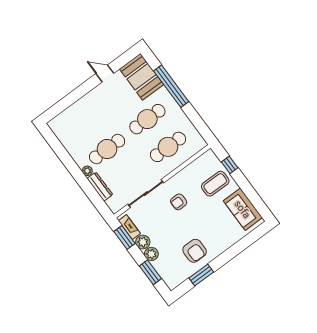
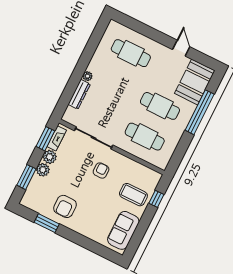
cafe table: (107, 149) -> (131, 53), moved
armchair: (179, 202) -> (101, 171), turned 90

